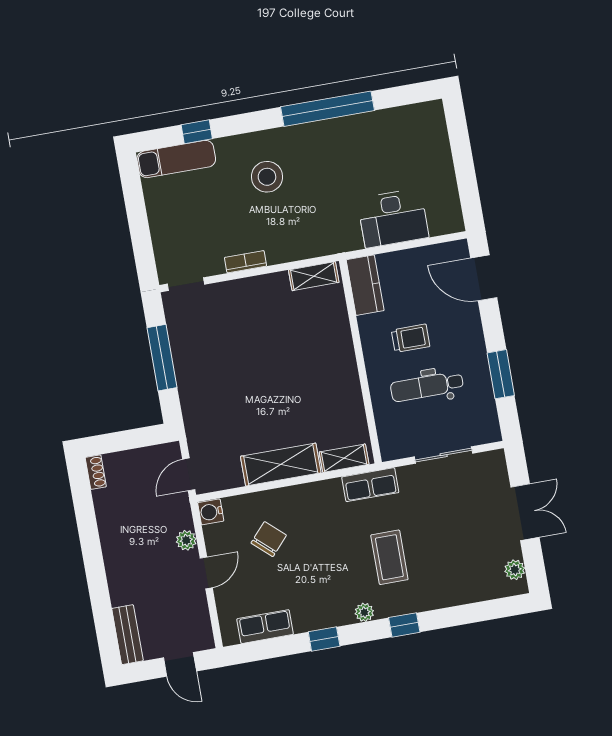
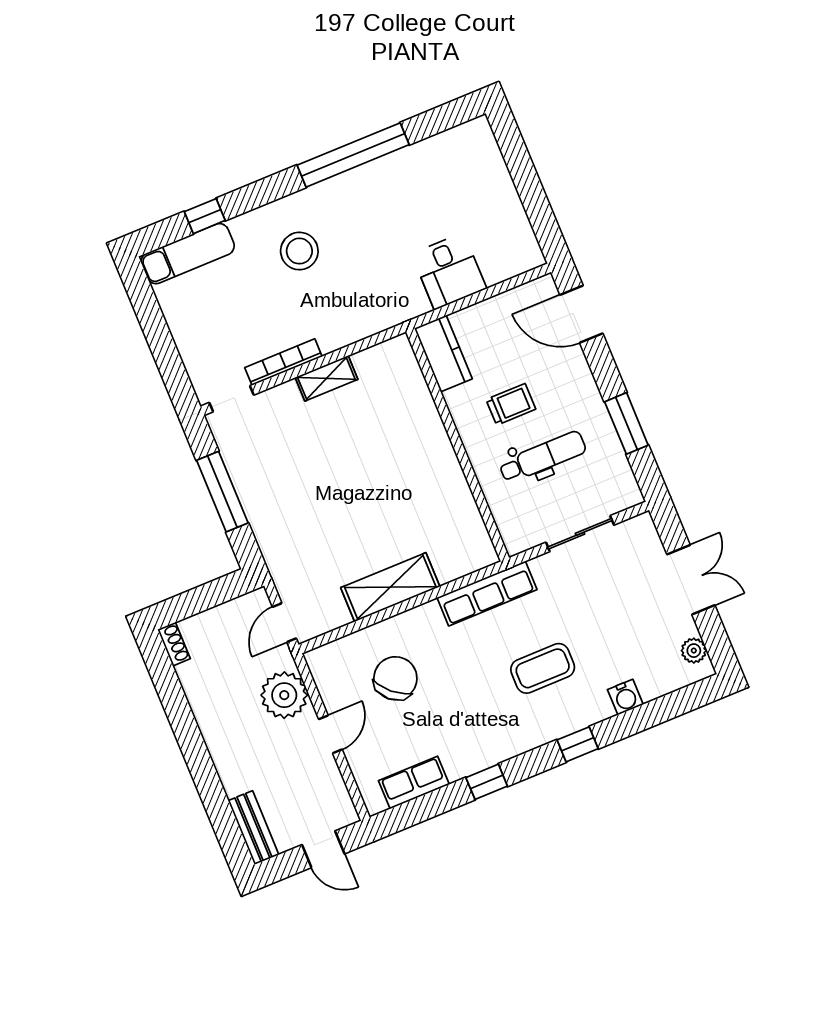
desk: (393, 218) -> (449, 271), width x0.73
bookcase: (246, 262) -> (283, 362), width x1.56
shelving: (314, 276) -> (326, 378), moved
dental chair: (427, 387) -> (543, 457), turned 180
shelving: (344, 458) -> (463, 563), removed
row of seats: (370, 485) -> (487, 594), width x1.48
water cooler: (211, 512) -> (625, 697), moved, turned -90
chair: (269, 539) -> (395, 678), width x1.37, depth x1.37
plant: (186, 540) -> (284, 695), width x1.88, depth x1.88
coffee table: (389, 557) -> (543, 668), turned 90
plant: (364, 612) -> (527, 740), removed

